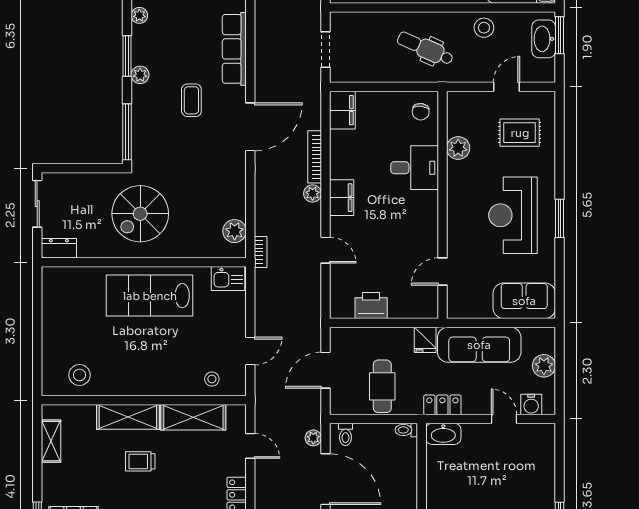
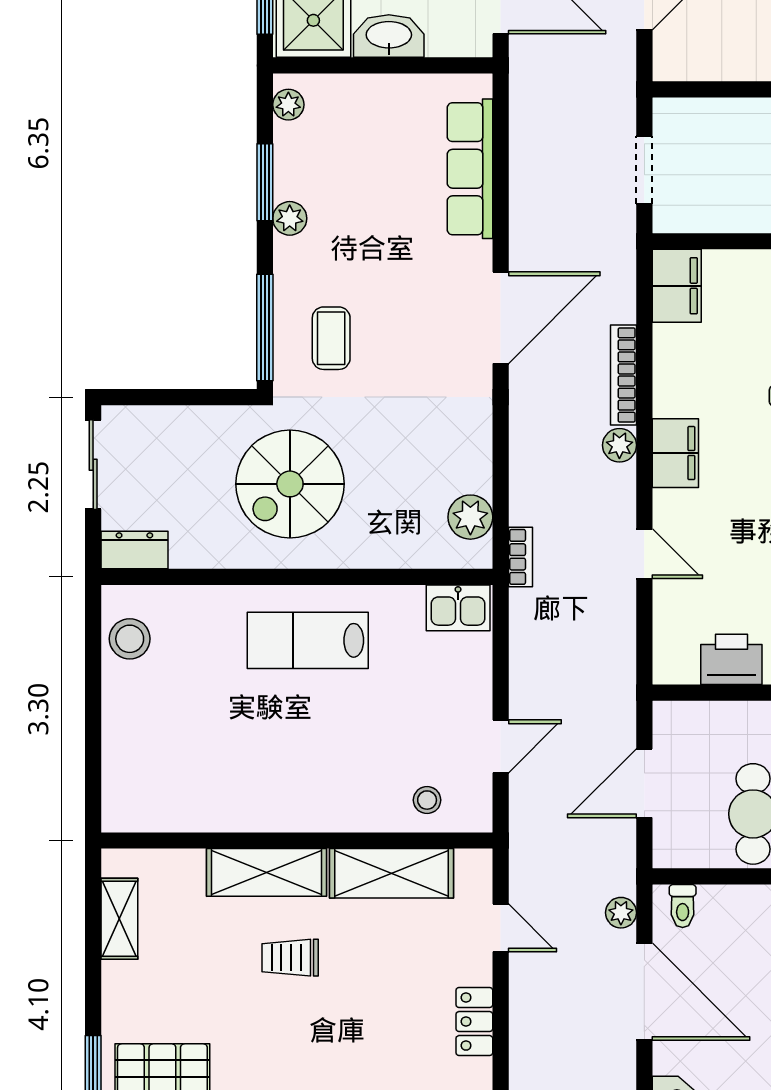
coffee table: (191, 100) -> (331, 338), moved
lab bench: (150, 296) -> (308, 640), width x0.73, depth x0.72
stool: (80, 375) -> (130, 639), moved

